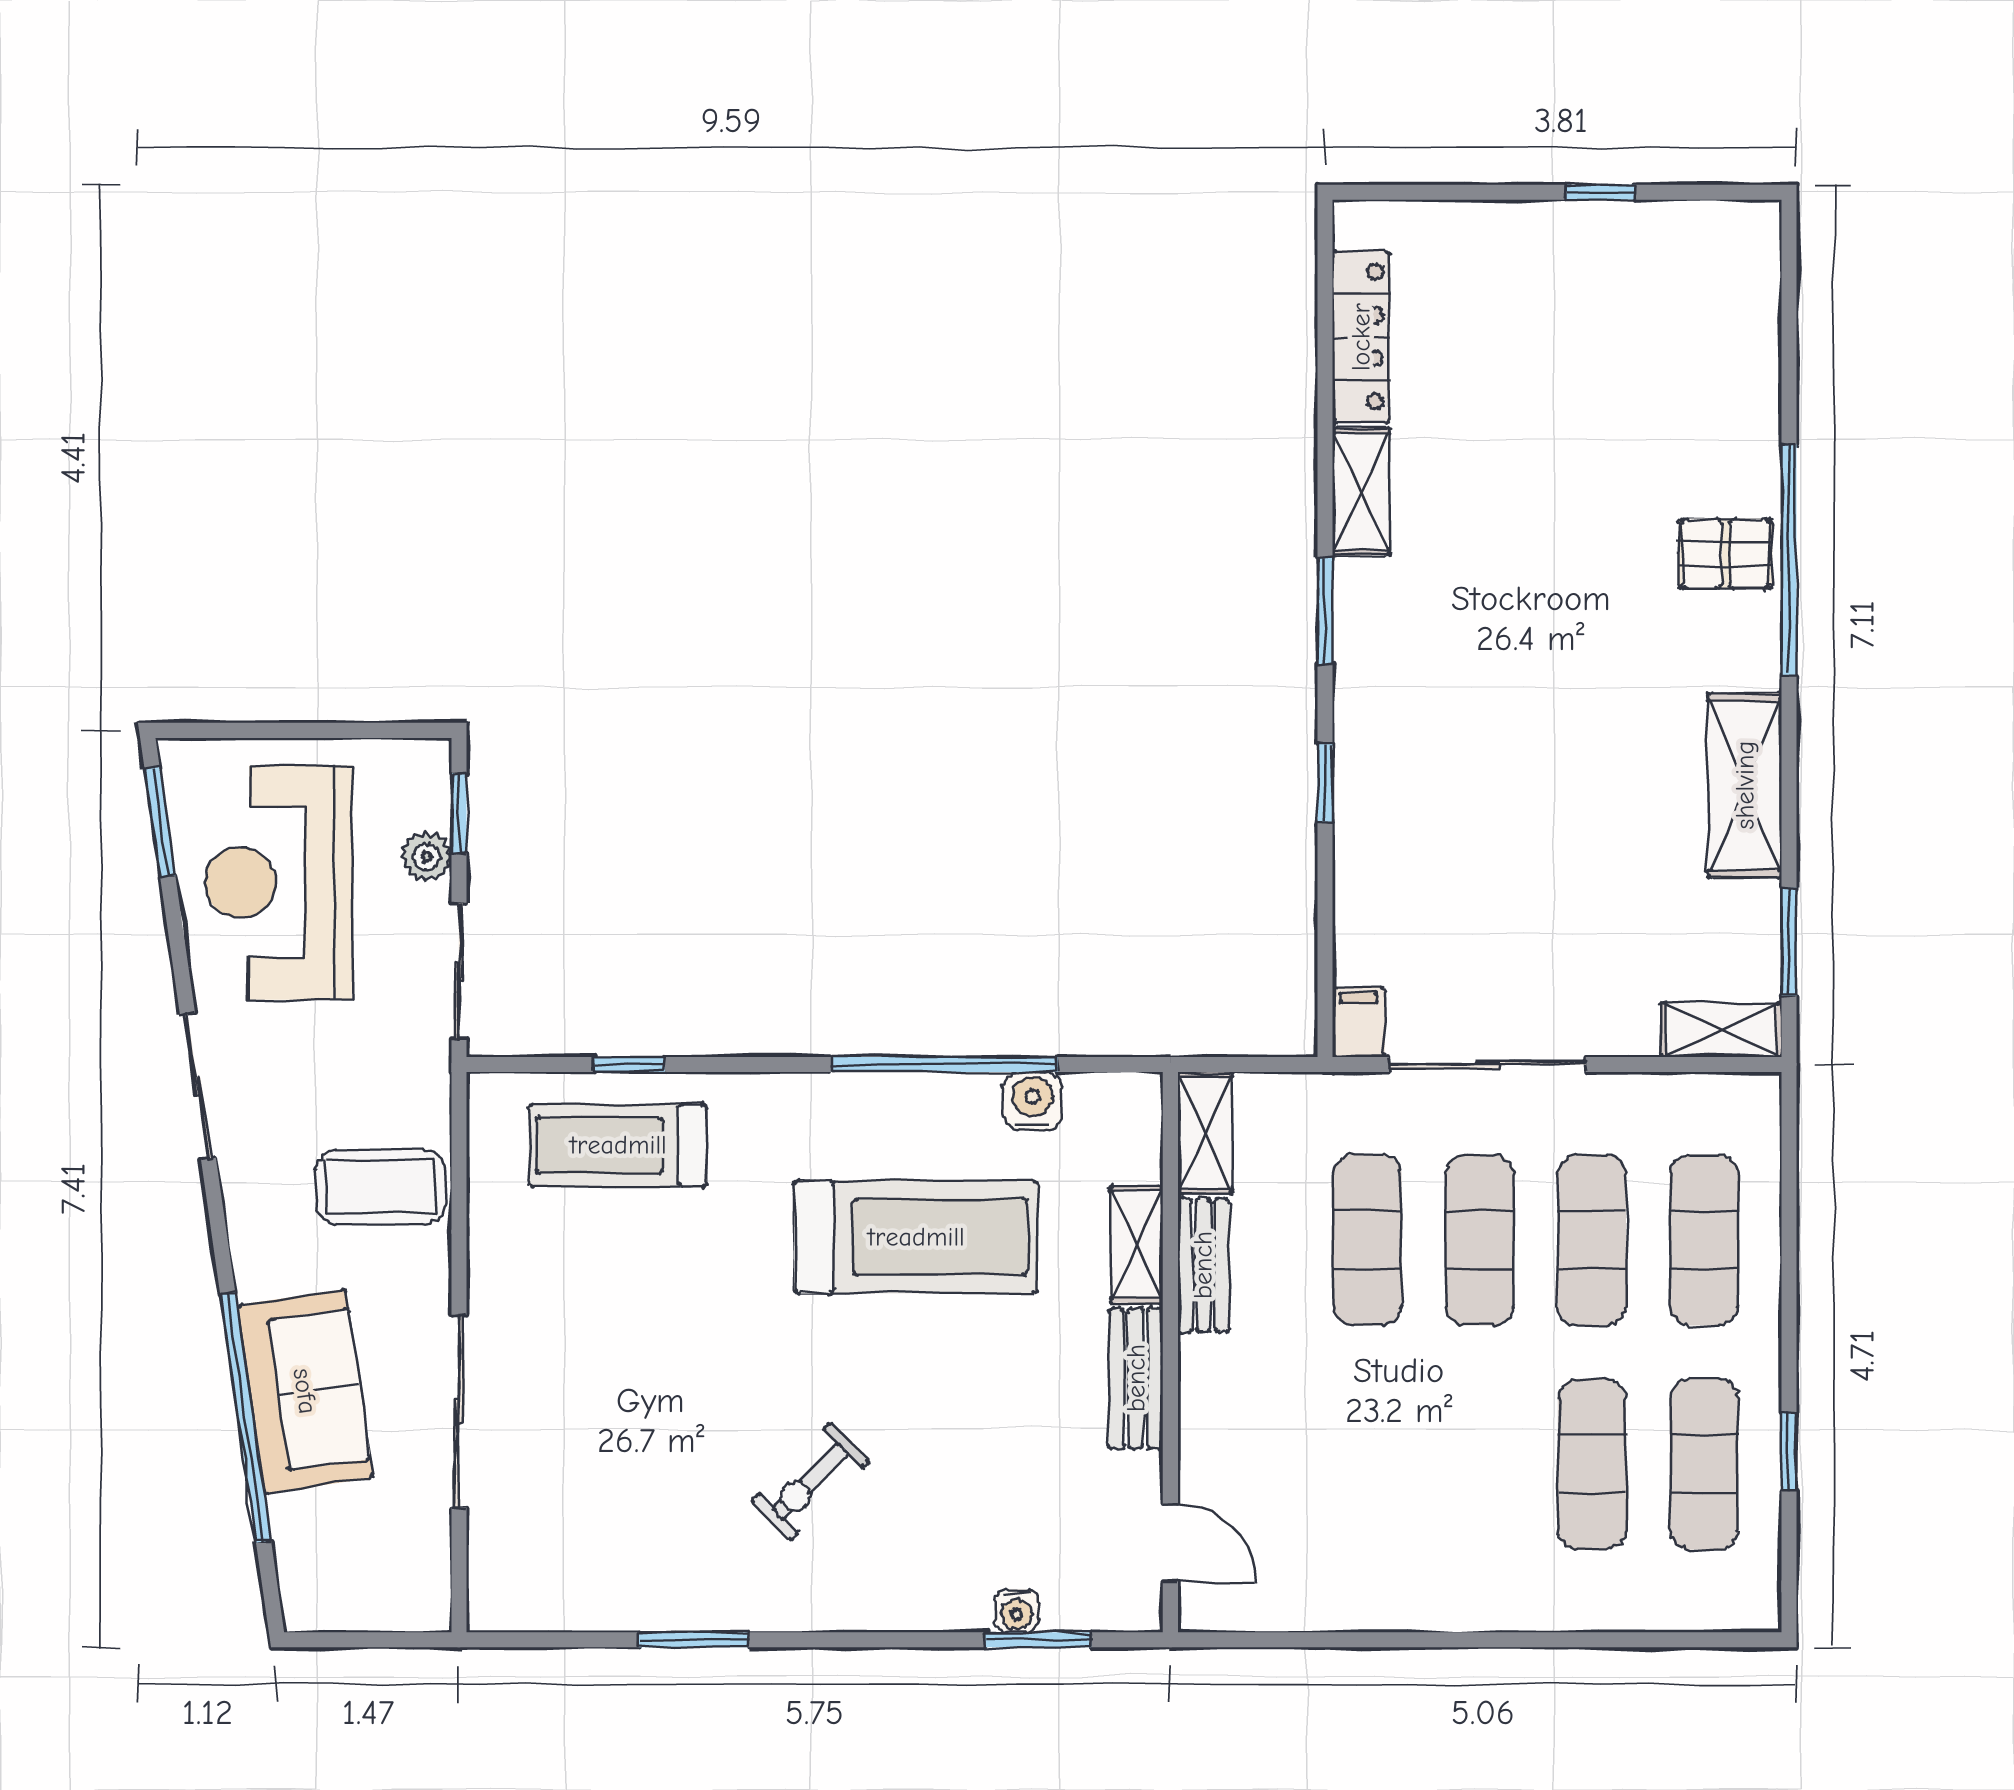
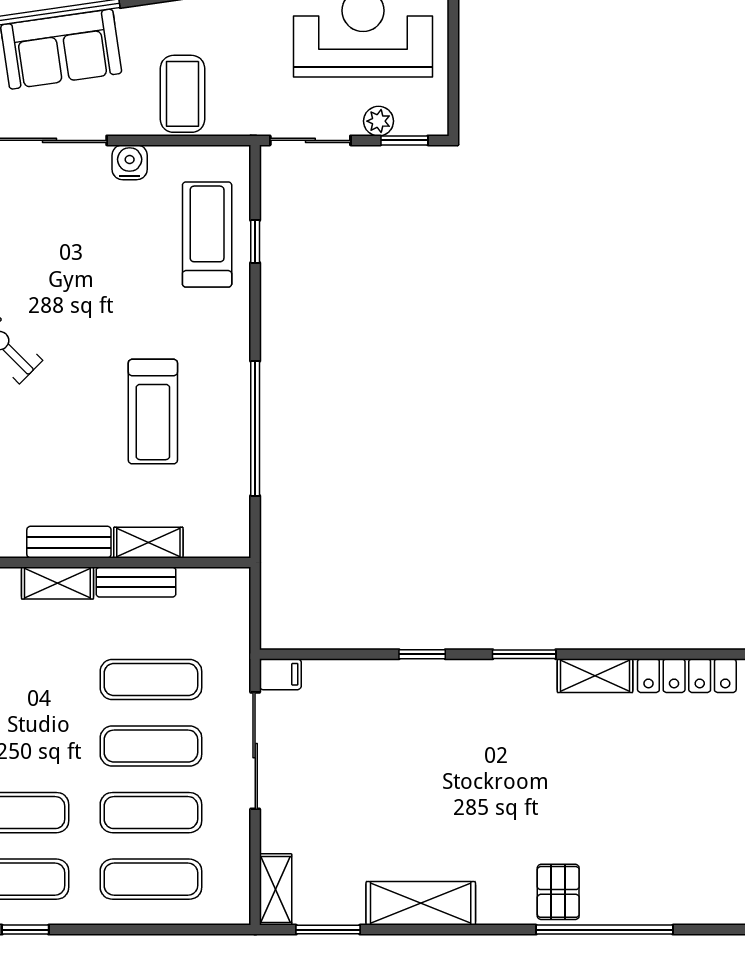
window: (1789, 560) -> (605, 930), moved
water cooler: (1032, 1101) -> (130, 162), moved, turned -90
shelving: (1205, 1133) -> (57, 583), moved
treadmill: (916, 1237) -> (153, 412), width x0.73, depth x0.73

